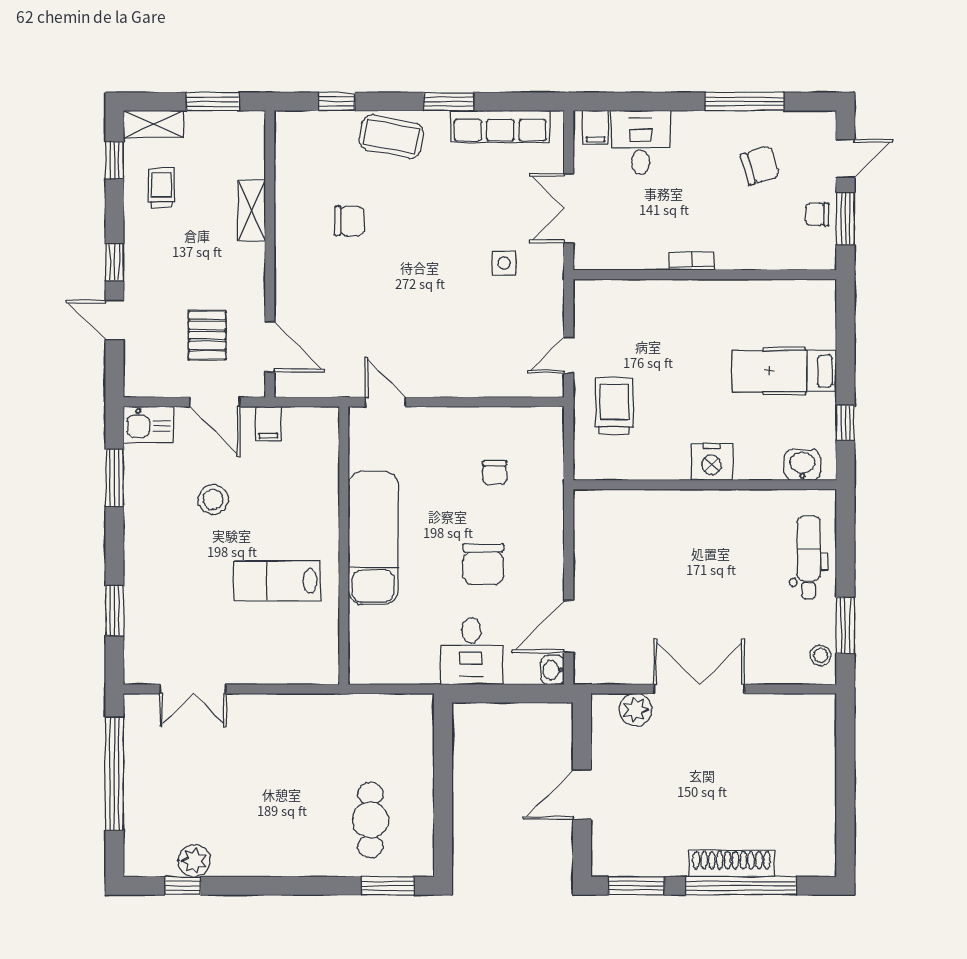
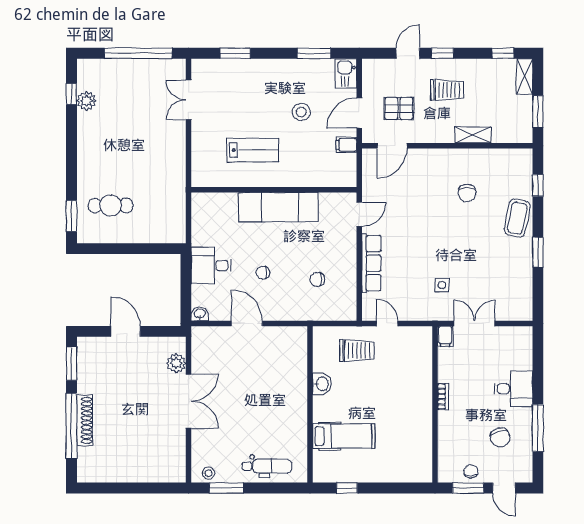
row of seats: (500, 126) -> (371, 263), moved, turned 180
filing cabinet: (596, 127) -> (445, 336), moved, turned -90
desk: (640, 142) -> (514, 389), moved
trolley: (162, 188) -> (447, 90), moved, width x1.36, depth x1.39
hospital bed: (784, 371) -> (344, 436), moved, turned 90
nightstand: (712, 462) -> (324, 408), removed
washbasin: (802, 465) -> (322, 384), moved
chair: (483, 564) -> (263, 273), width x0.54, depth x0.54
lab bench: (277, 581) -> (253, 150), turned 90
door: (569, 626) -> (247, 323), moved

